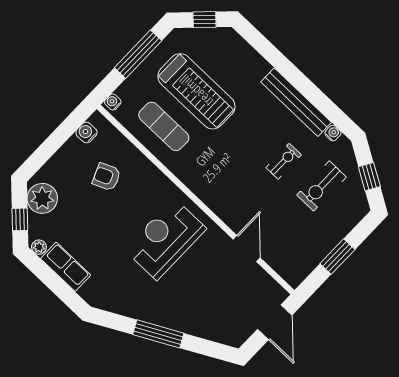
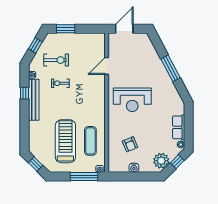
window: (138, 54) -> (84, 177), moved
window: (318, 98) -> (24, 93), added
water cooler: (86, 133) -> (134, 168), moved
window: (337, 257) -> (66, 29), moved

